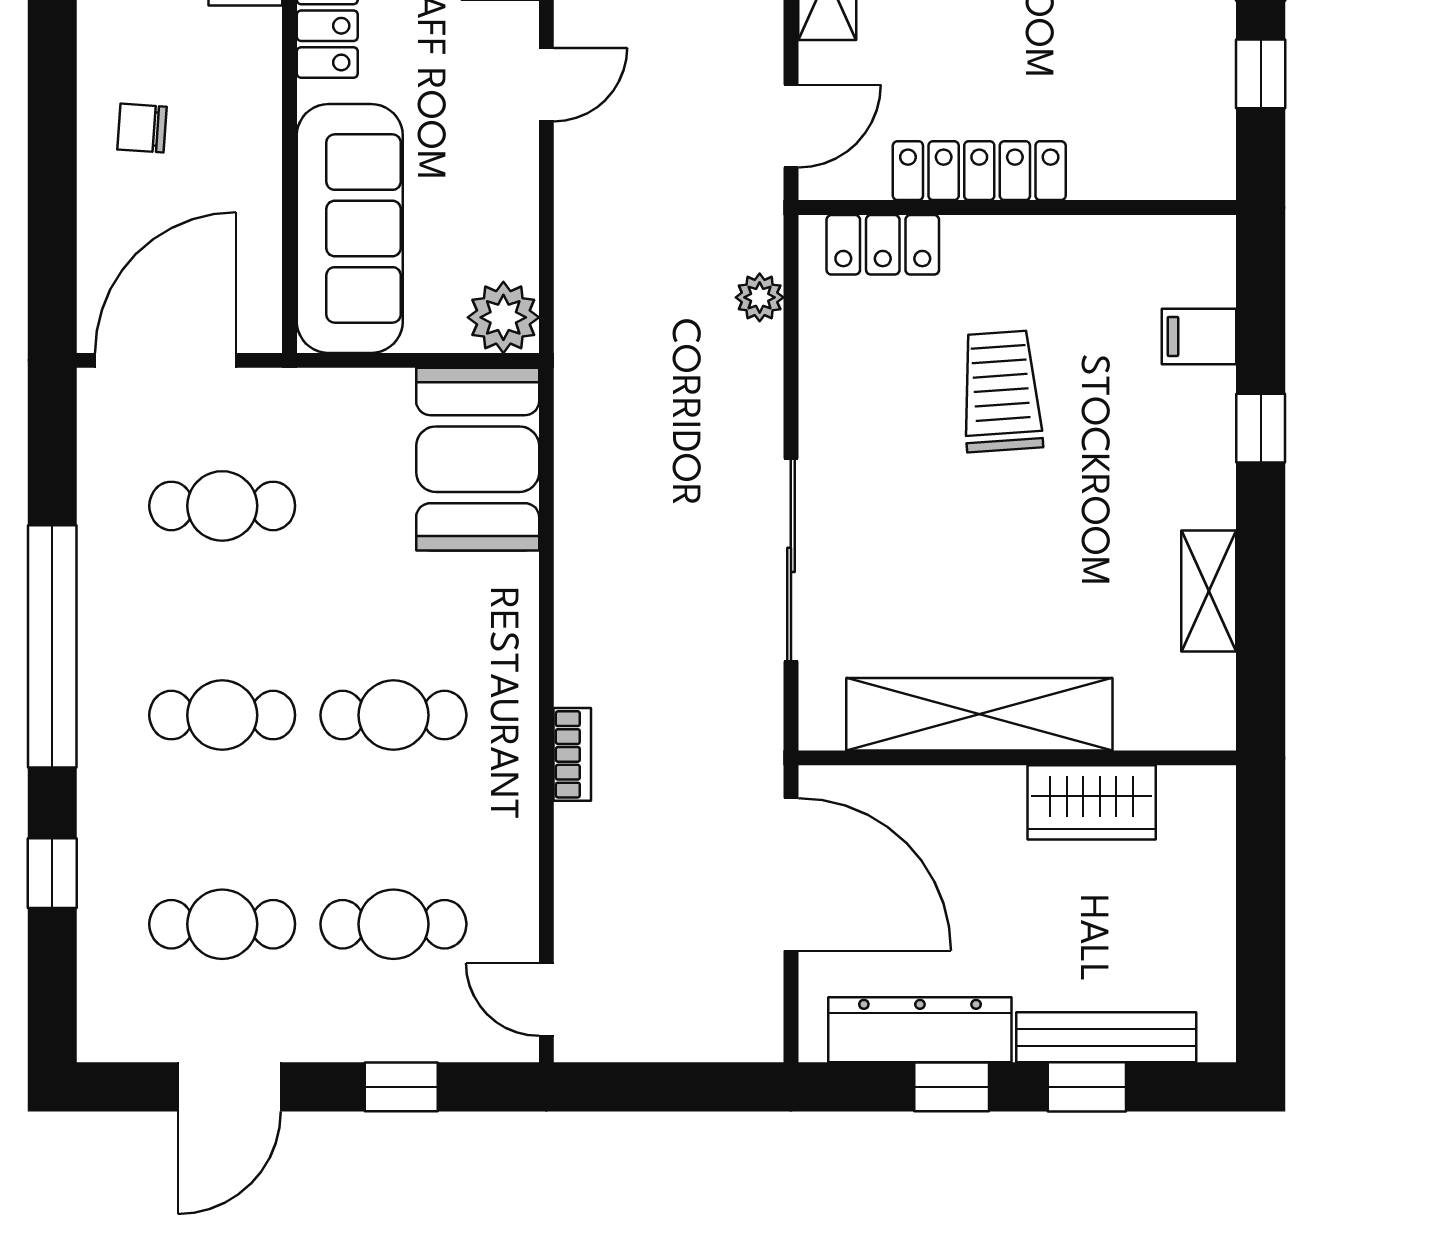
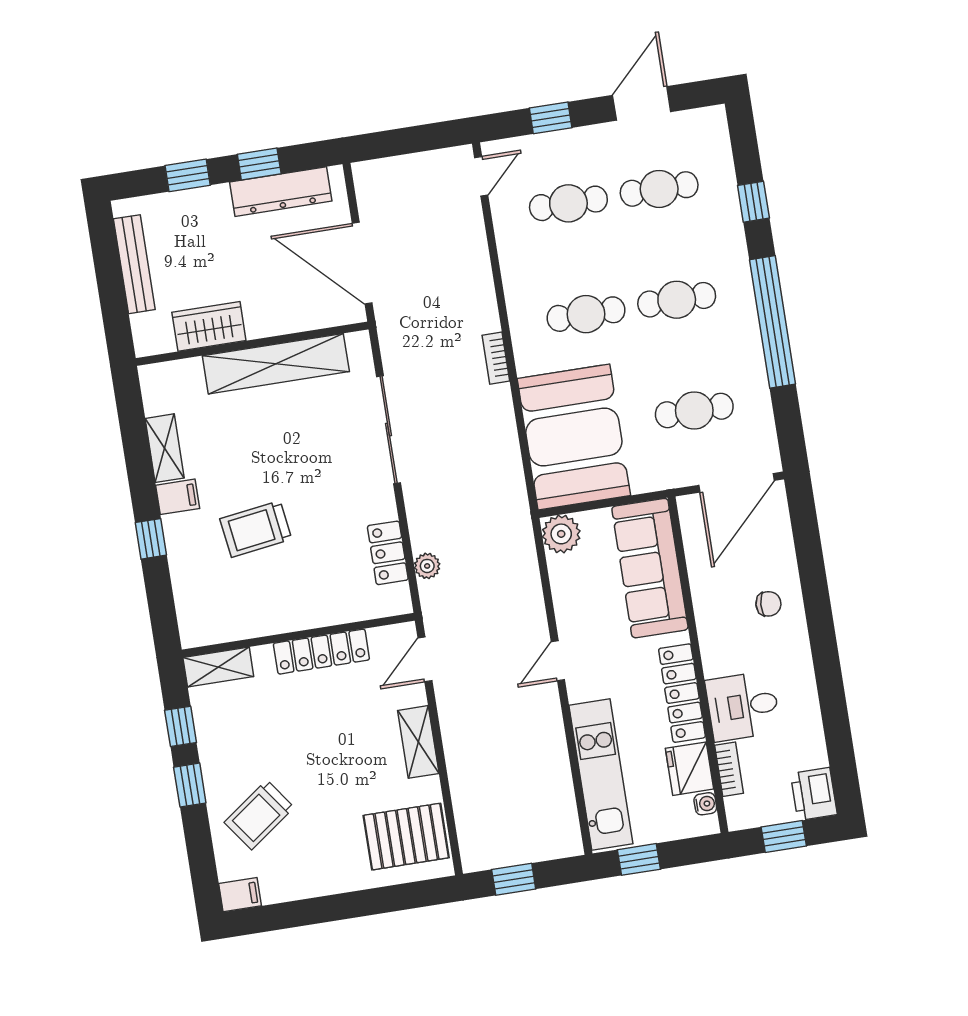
shelving: (1174, 172) -> (218, 667), added
locker: (883, 245) -> (388, 553), moved, turned -90
filing cabinet: (1199, 336) -> (178, 497), moved
trolley: (1001, 391) -> (256, 529), moved, turned 86
booth: (478, 459) -> (574, 437), width x1.36, depth x1.42
bookcase: (572, 754) -> (496, 358), moved
door: (546, 1000) -> (481, 176), hinge flipped
bench: (1106, 1037) -> (134, 264), moved, turned 90

